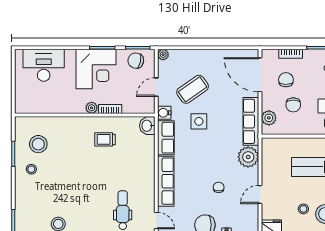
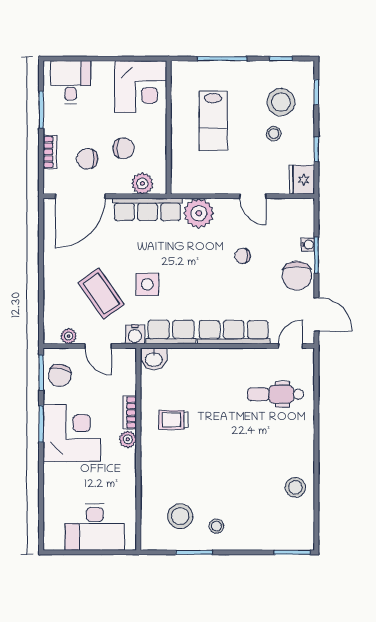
plant: (163, 55) -> (69, 336), moved
desk: (44, 65) -> (95, 527), moved, turned -90
trolley: (105, 139) -> (173, 420), turned 90

